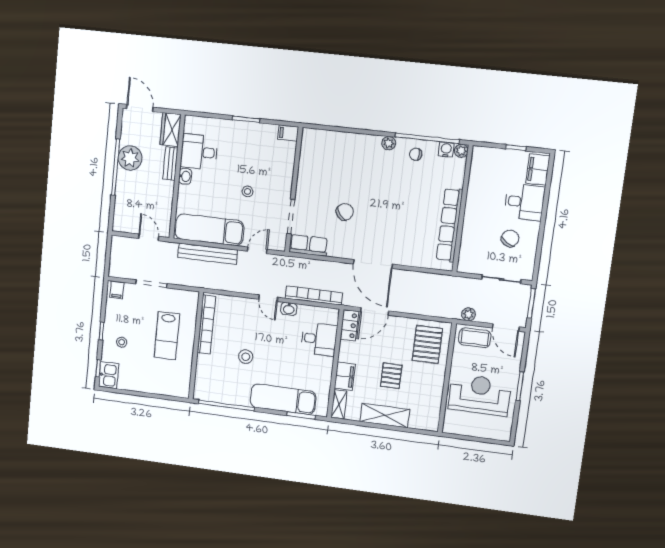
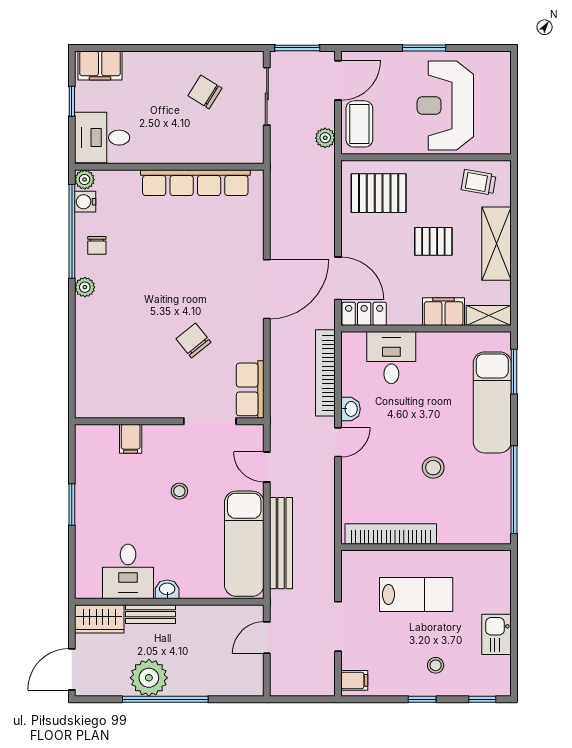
filing cabinet: (288, 133) -> (131, 439), moved
desk: (524, 202) -> (102, 138), moved, turned -90
kitchen sink: (109, 375) -> (496, 634), moved, turned -90
trolley: (426, 409) -> (479, 182), added

